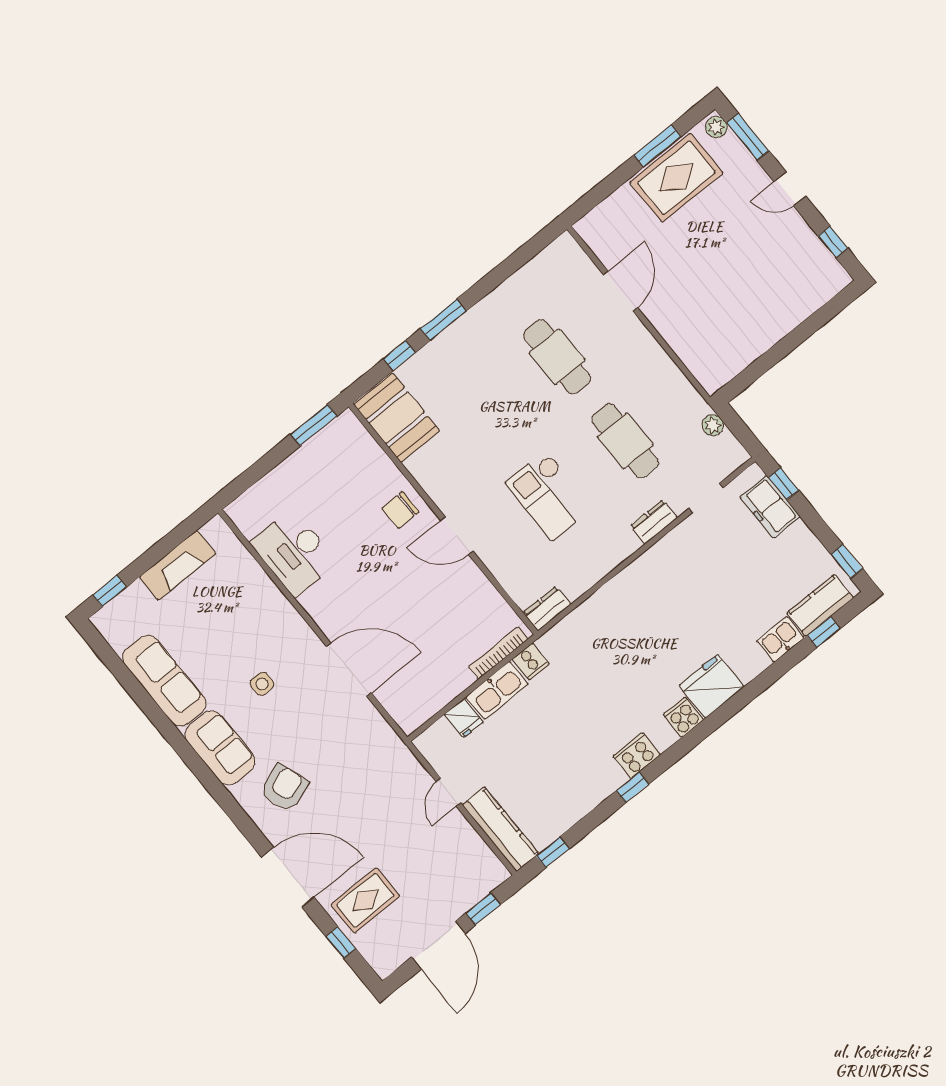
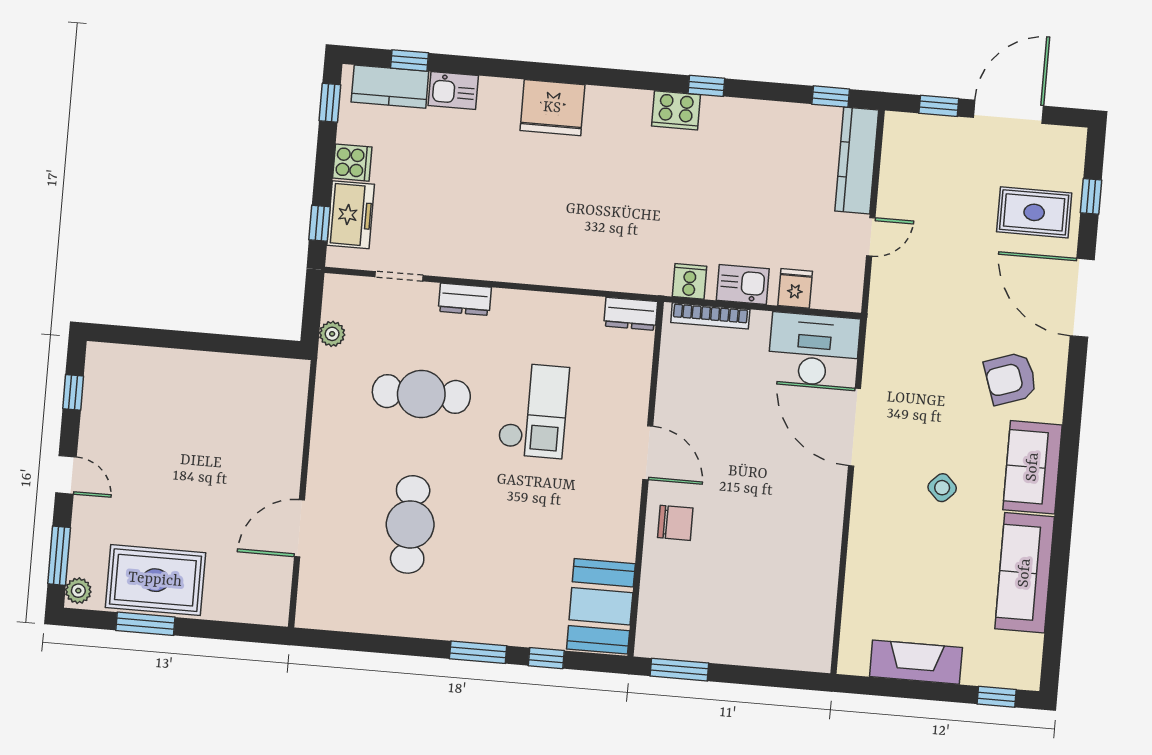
cafe table: (625, 441) -> (421, 394), turned 90
desk: (294, 553) -> (814, 350), moved, turned -90
side table: (262, 684) -> (942, 488), turned 45
kitchen sink: (497, 690) -> (743, 284), width x0.73
cooker: (683, 717) -> (352, 163), moved, turned -90

